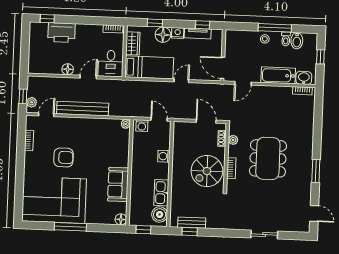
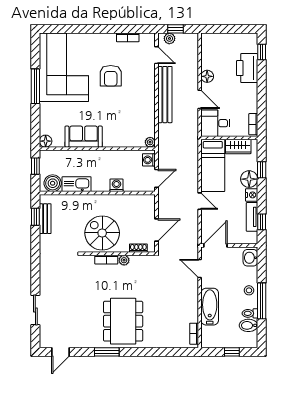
washbasin: (304, 78) -> (250, 258), moved, turned 180
plant: (233, 140) -> (124, 260), moved
dining table: (268, 158) -> (123, 321), moved, turned 90
sliding door: (264, 234) -> (35, 310), moved

